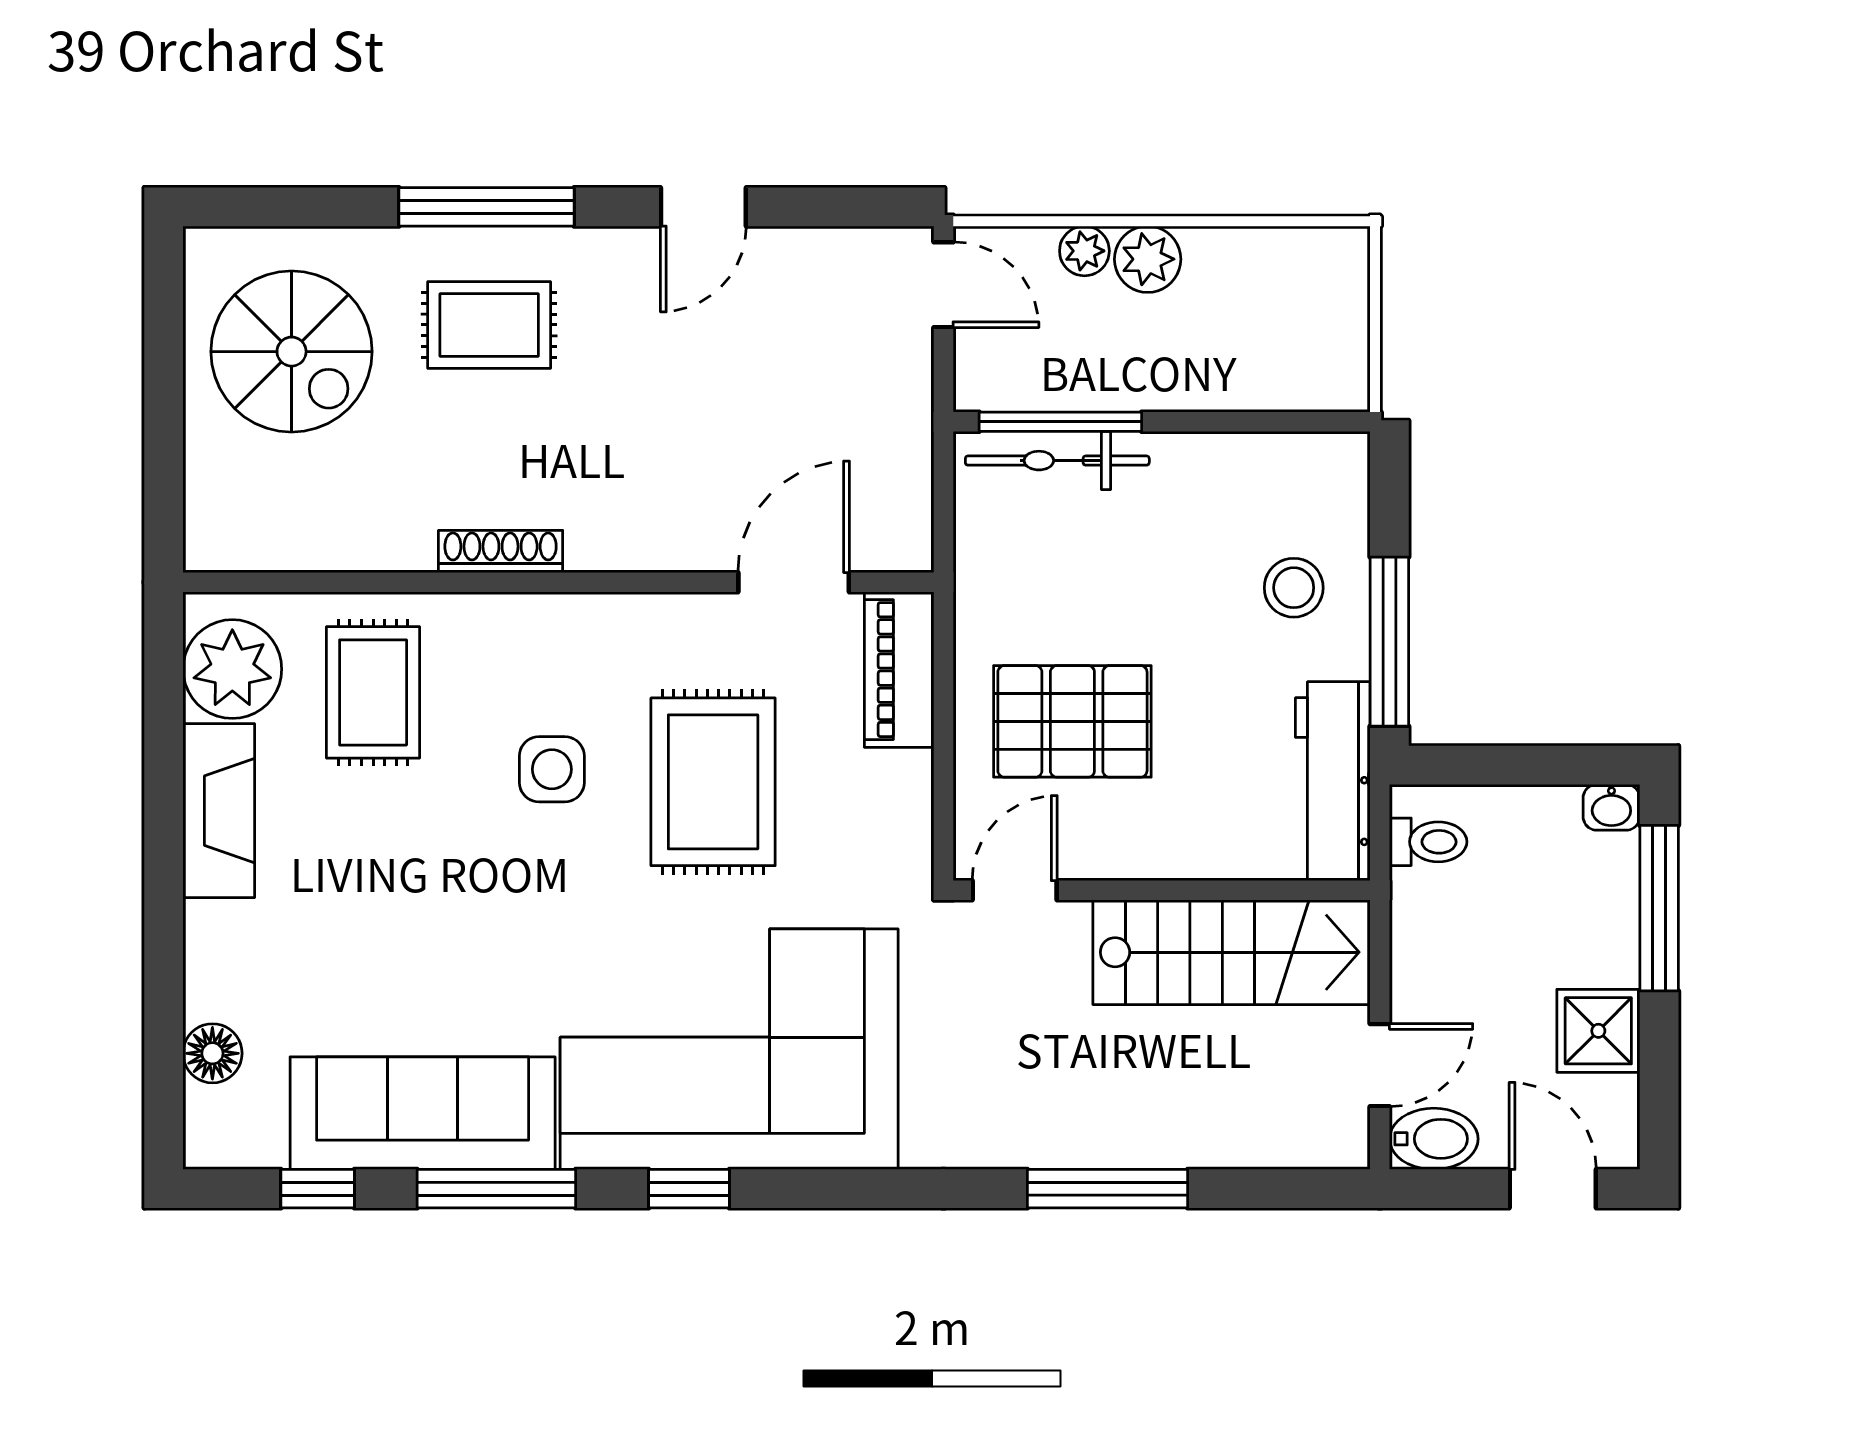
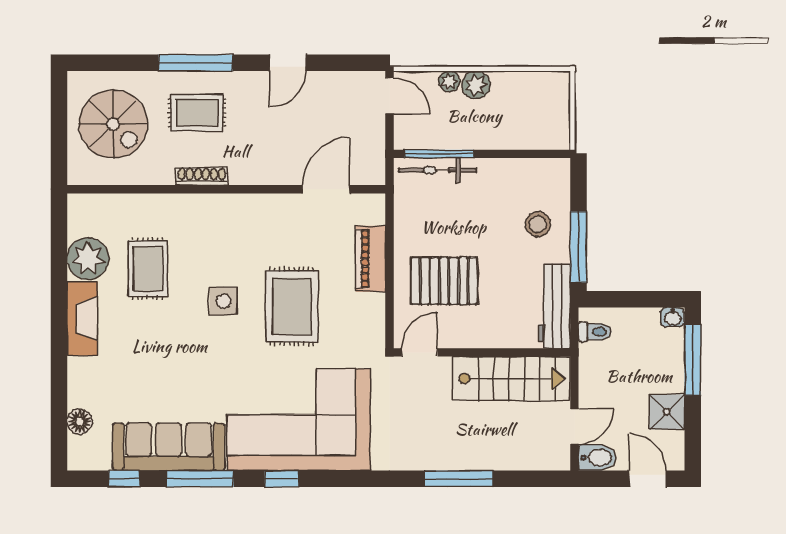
shoe rack: (501, 551) -> (202, 176), moved
wall: (558, 582) -> (226, 189), moved
door: (794, 582) -> (326, 189), moved

